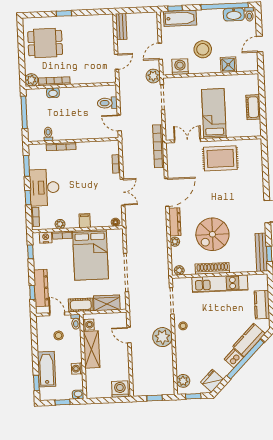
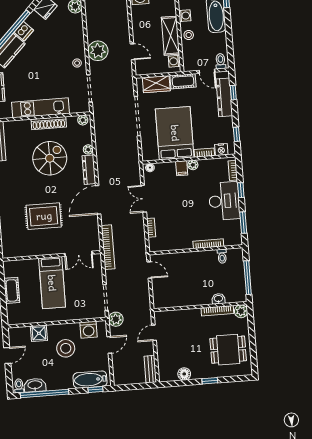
floor lamp: (89, 21) -> (184, 374), added
toilet: (107, 103) -> (162, 290), removed
rug: (220, 158) -> (44, 216), moved
plant: (60, 224) -> (193, 165), moved
toilet: (76, 322) -> (221, 61), moved
stool: (59, 335) -> (189, 35), moved

